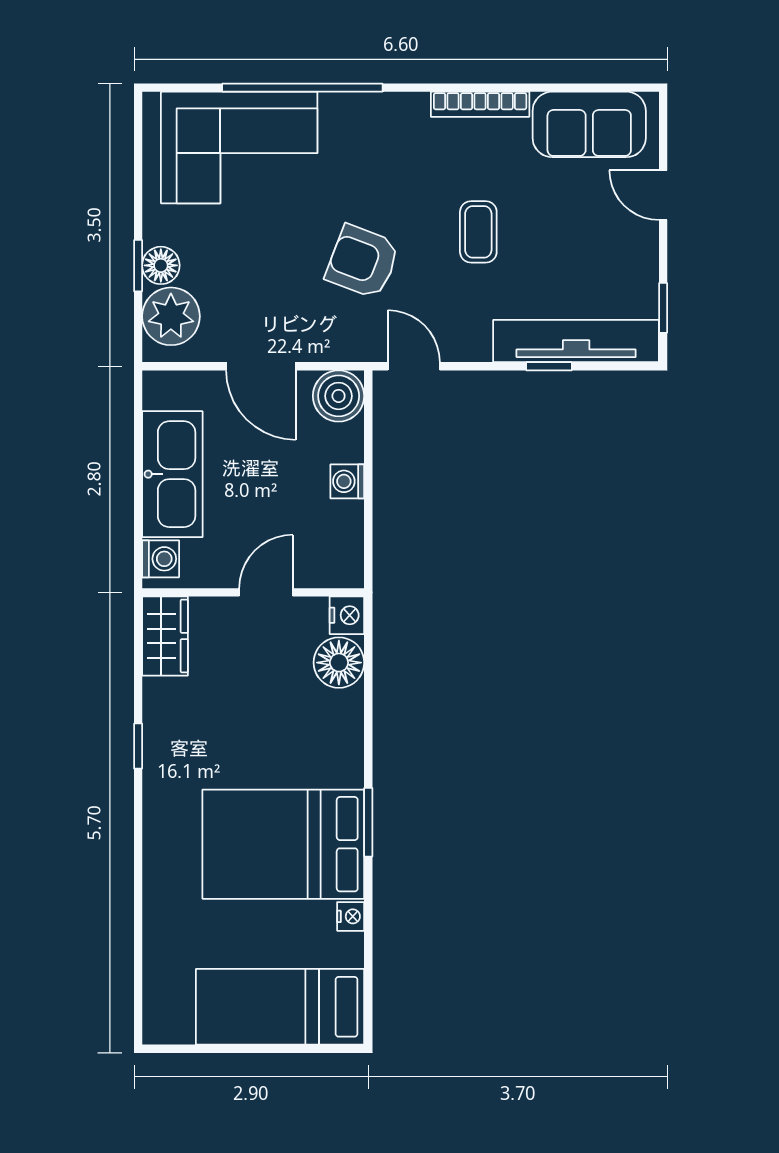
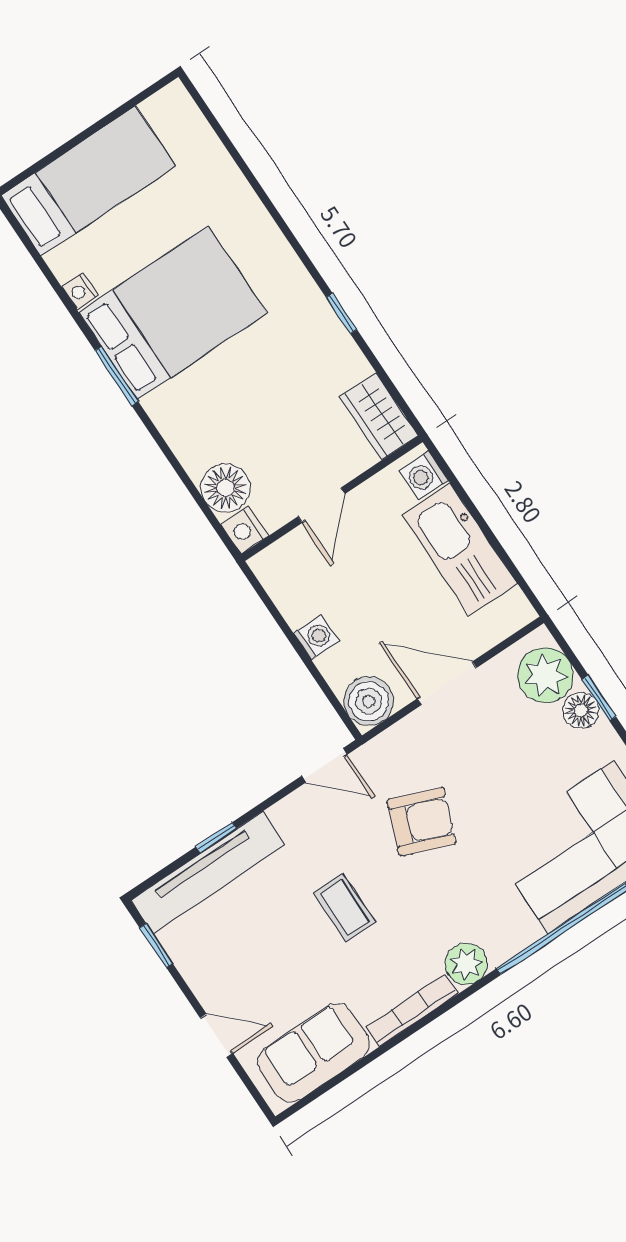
plant: (406, 113) -> (466, 964), added

